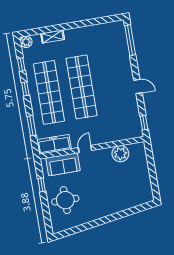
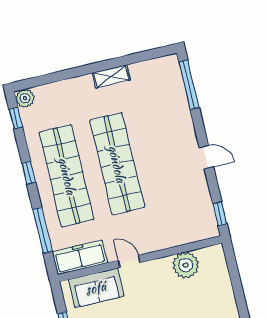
shelving: (53, 37) -> (111, 76), moved
window: (21, 65) -> (16, 118), moved
window: (32, 126) -> (42, 230), width x1.44
door: (85, 149) -> (129, 261), hinge flipped

